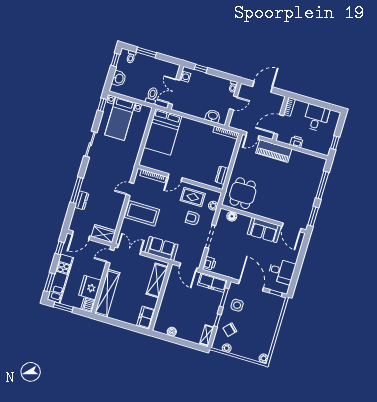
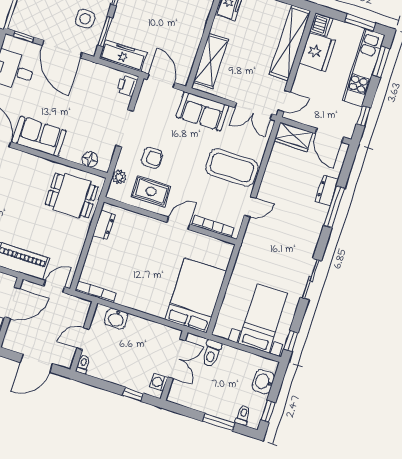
dining table: (243, 193) -> (72, 196), turned 90
door: (81, 235) -> (329, 135), swing flipped

